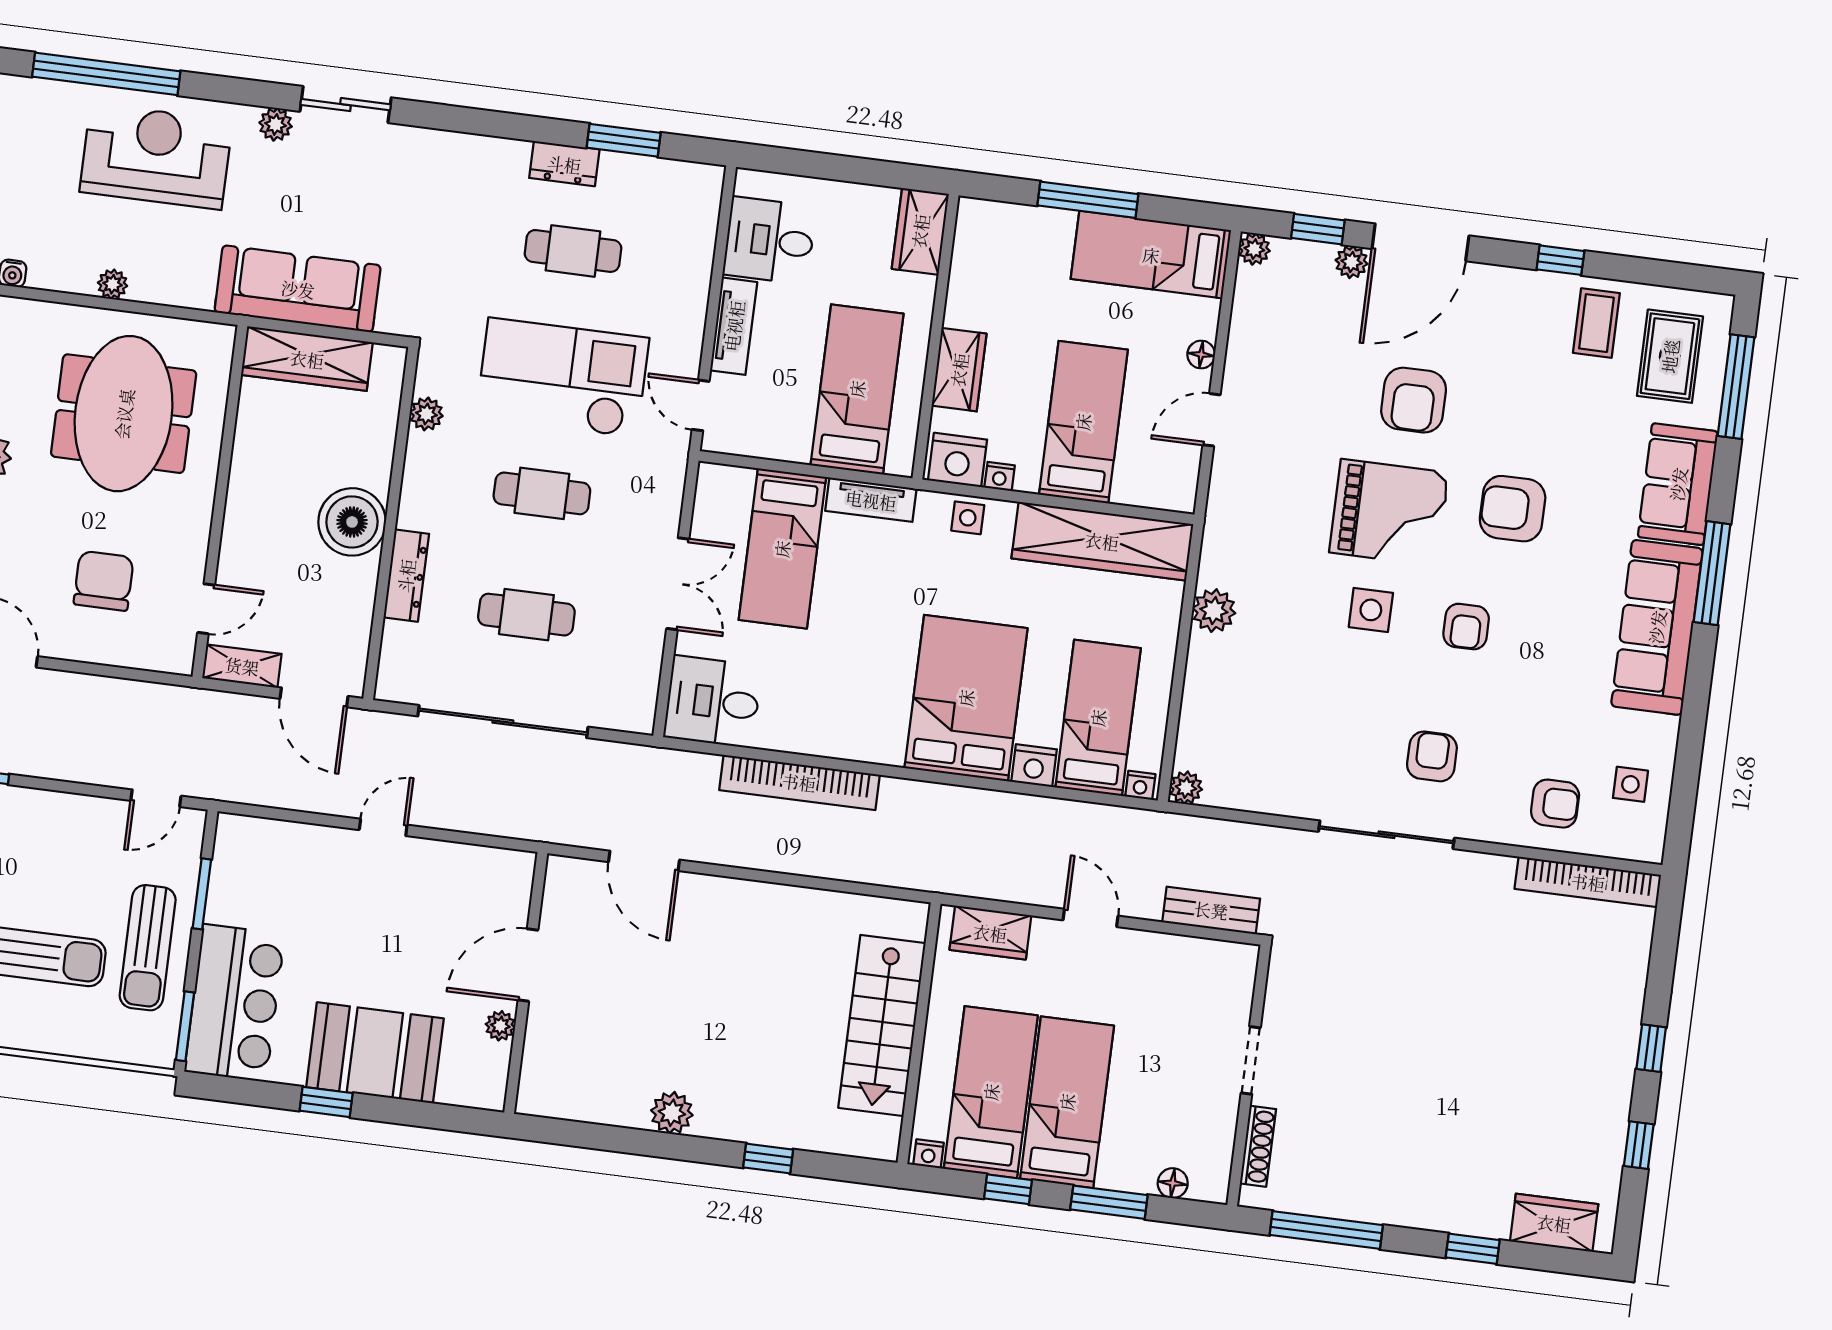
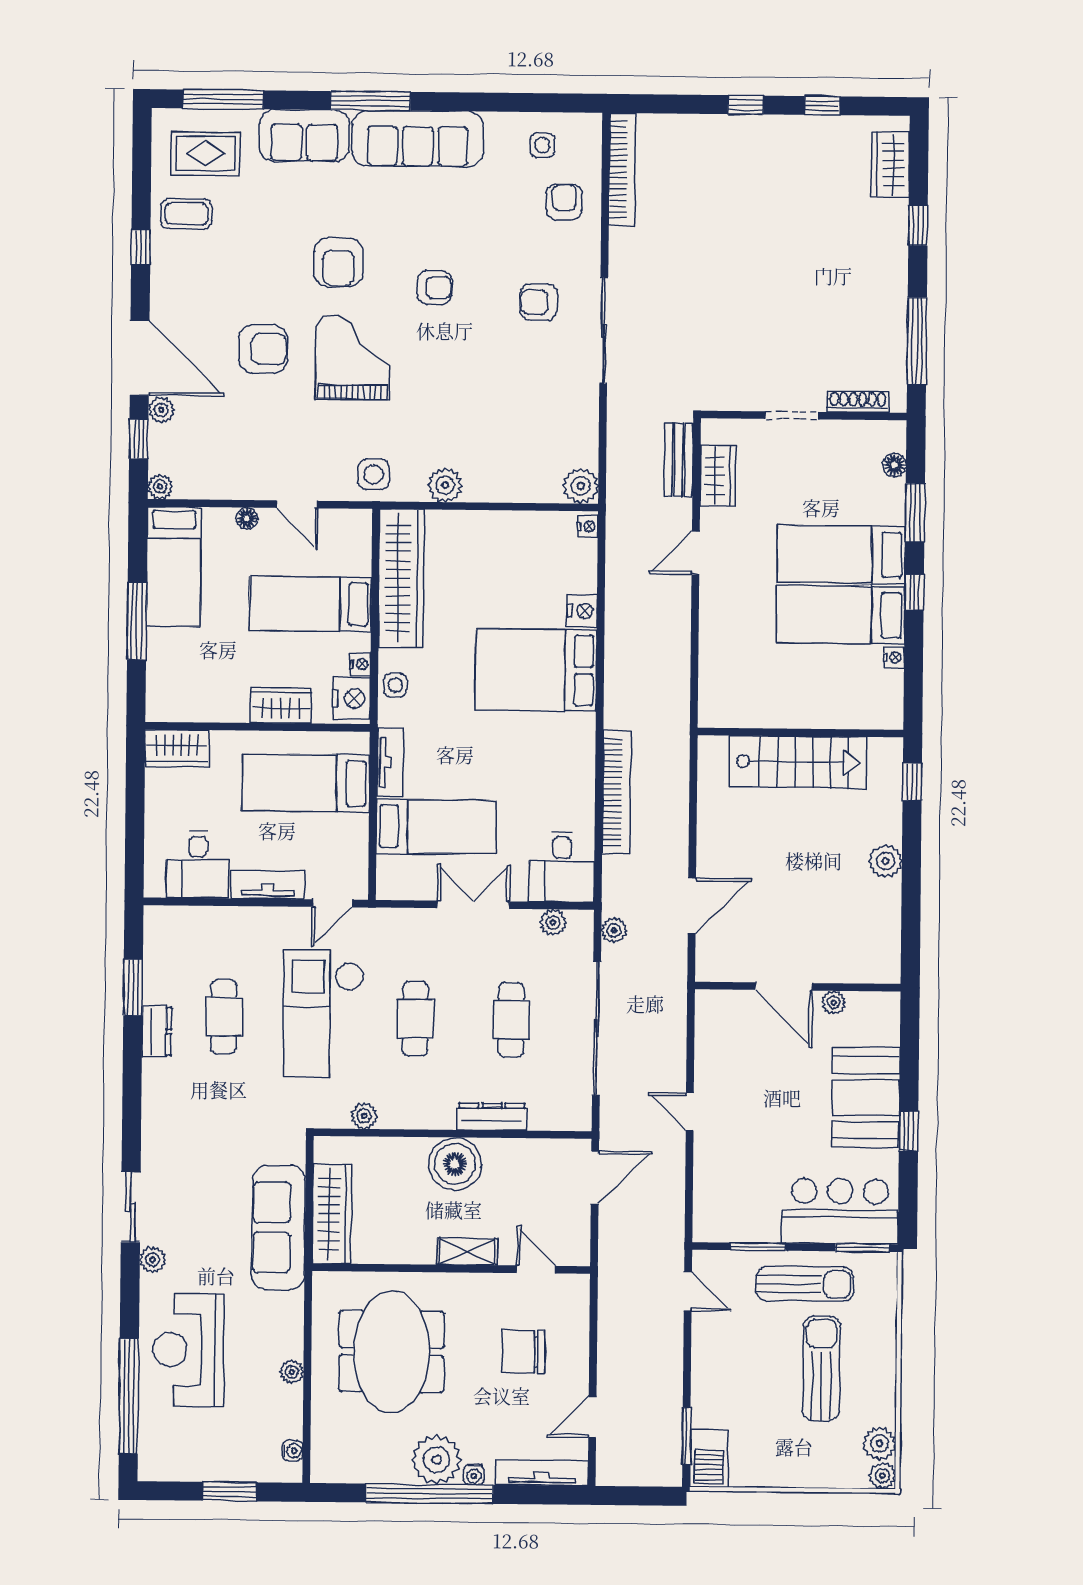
meeting table: (124, 414) -> (391, 1352), turned 90
side table: (1371, 610) -> (374, 474), moved
shelving: (242, 666) -> (467, 1252), moved, turned 90
plant: (643, 682) -> (553, 922), added
bed: (1098, 718) -> (539, 565), removed
plant: (624, 758) -> (614, 930), added
plant: (1186, 788) -> (581, 486), width x1.38, depth x1.38
wardrobe: (990, 933) -> (718, 476), moved
stairs: (882, 1026) -> (798, 762), moved
wall: (919, 1033) -> (800, 732), moved

